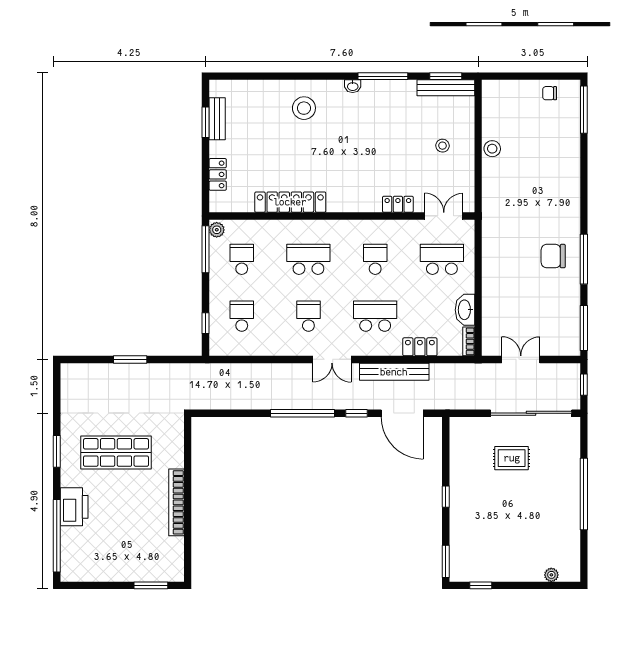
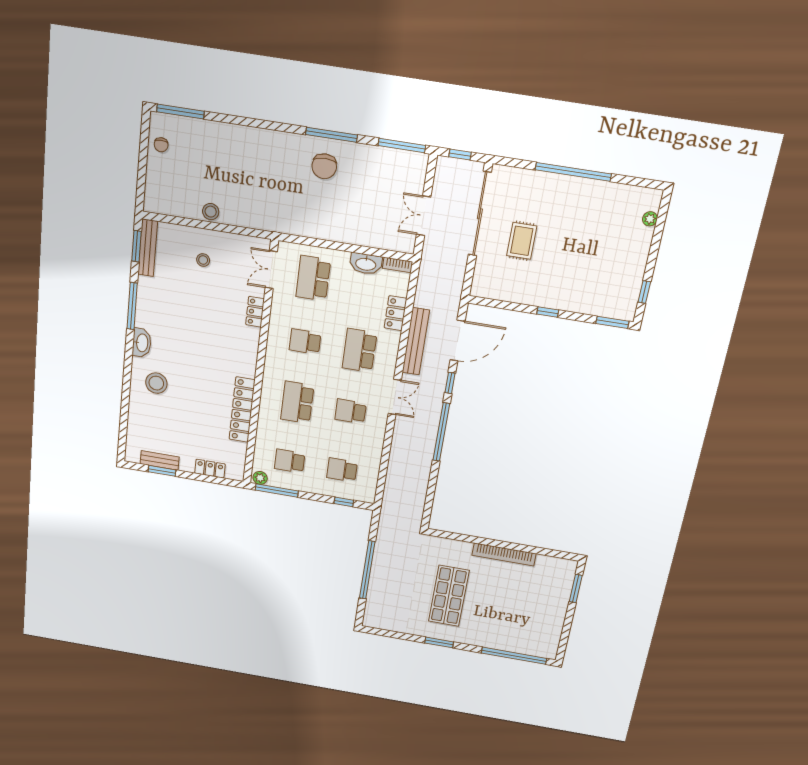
washbasin: (353, 86) -> (142, 343), width x1.91, depth x1.45
window: (130, 359) -> (367, 570), width x2.11
printer: (74, 507) -> (491, 638), removed

